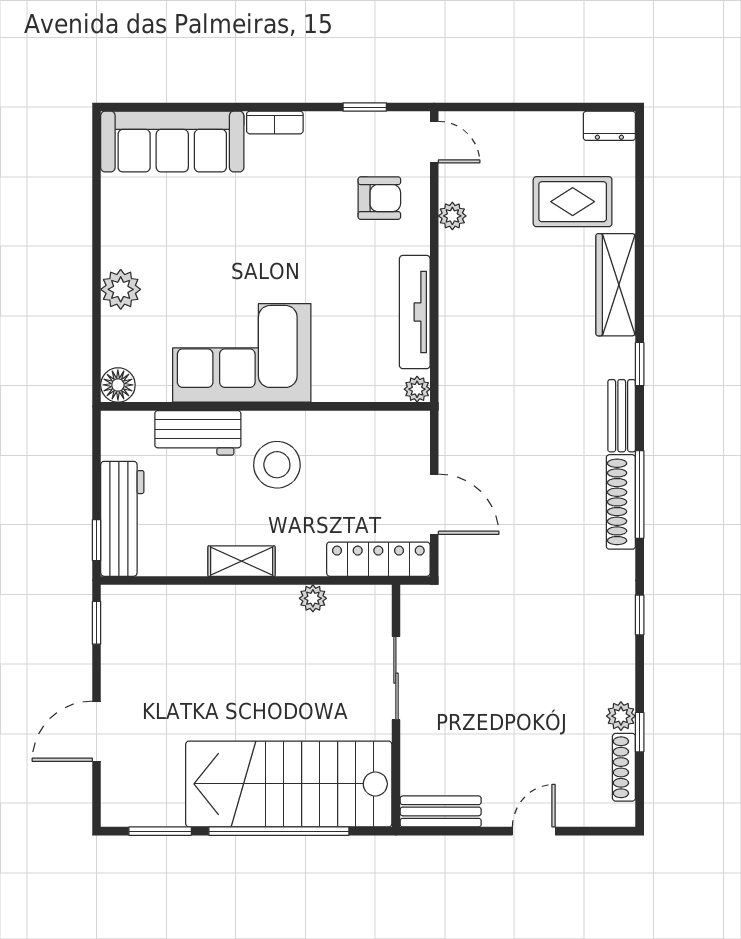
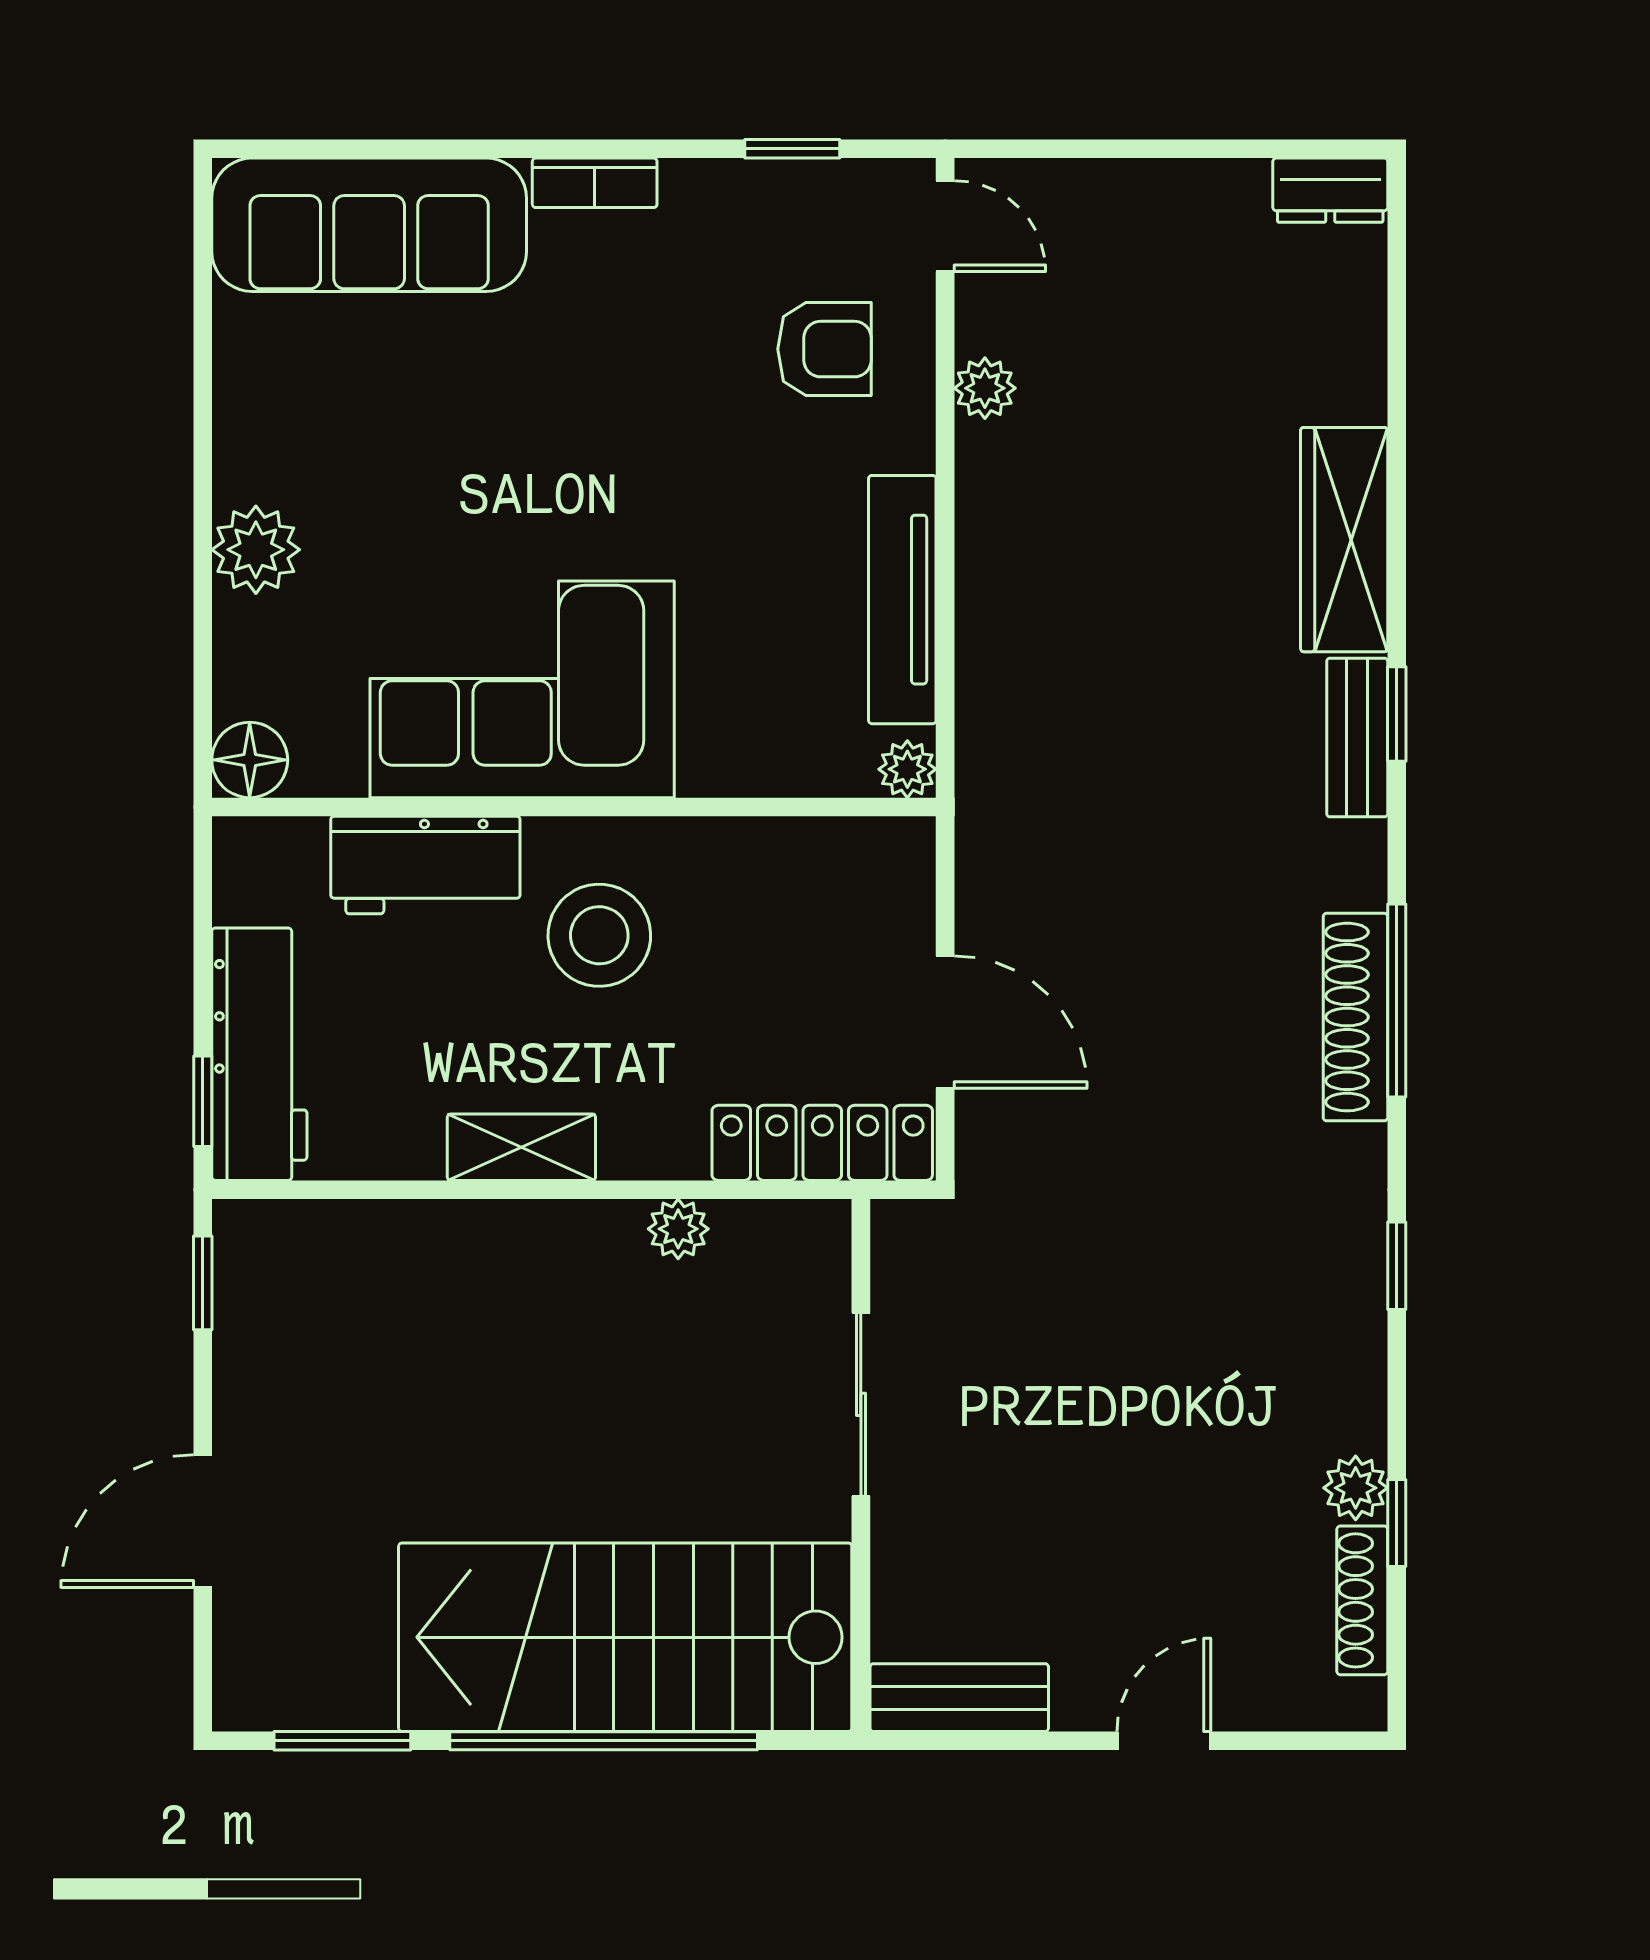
rug: (573, 202) -> (1249, 357), removed
bench: (622, 416) -> (1357, 737), moved

